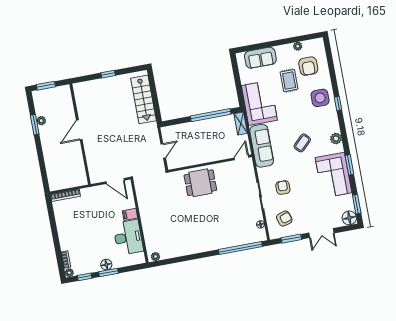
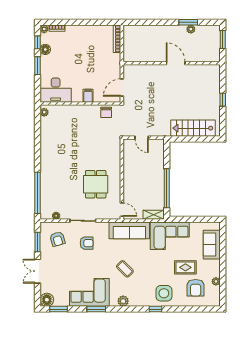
armchair: (308, 66) -> (196, 288), turned -90
dining table: (200, 183) -> (96, 184), moved
chair: (144, 192) -> (106, 112), added
desk: (128, 237) -> (56, 90), moved
floor lamp: (106, 265) -> (45, 49), moved

